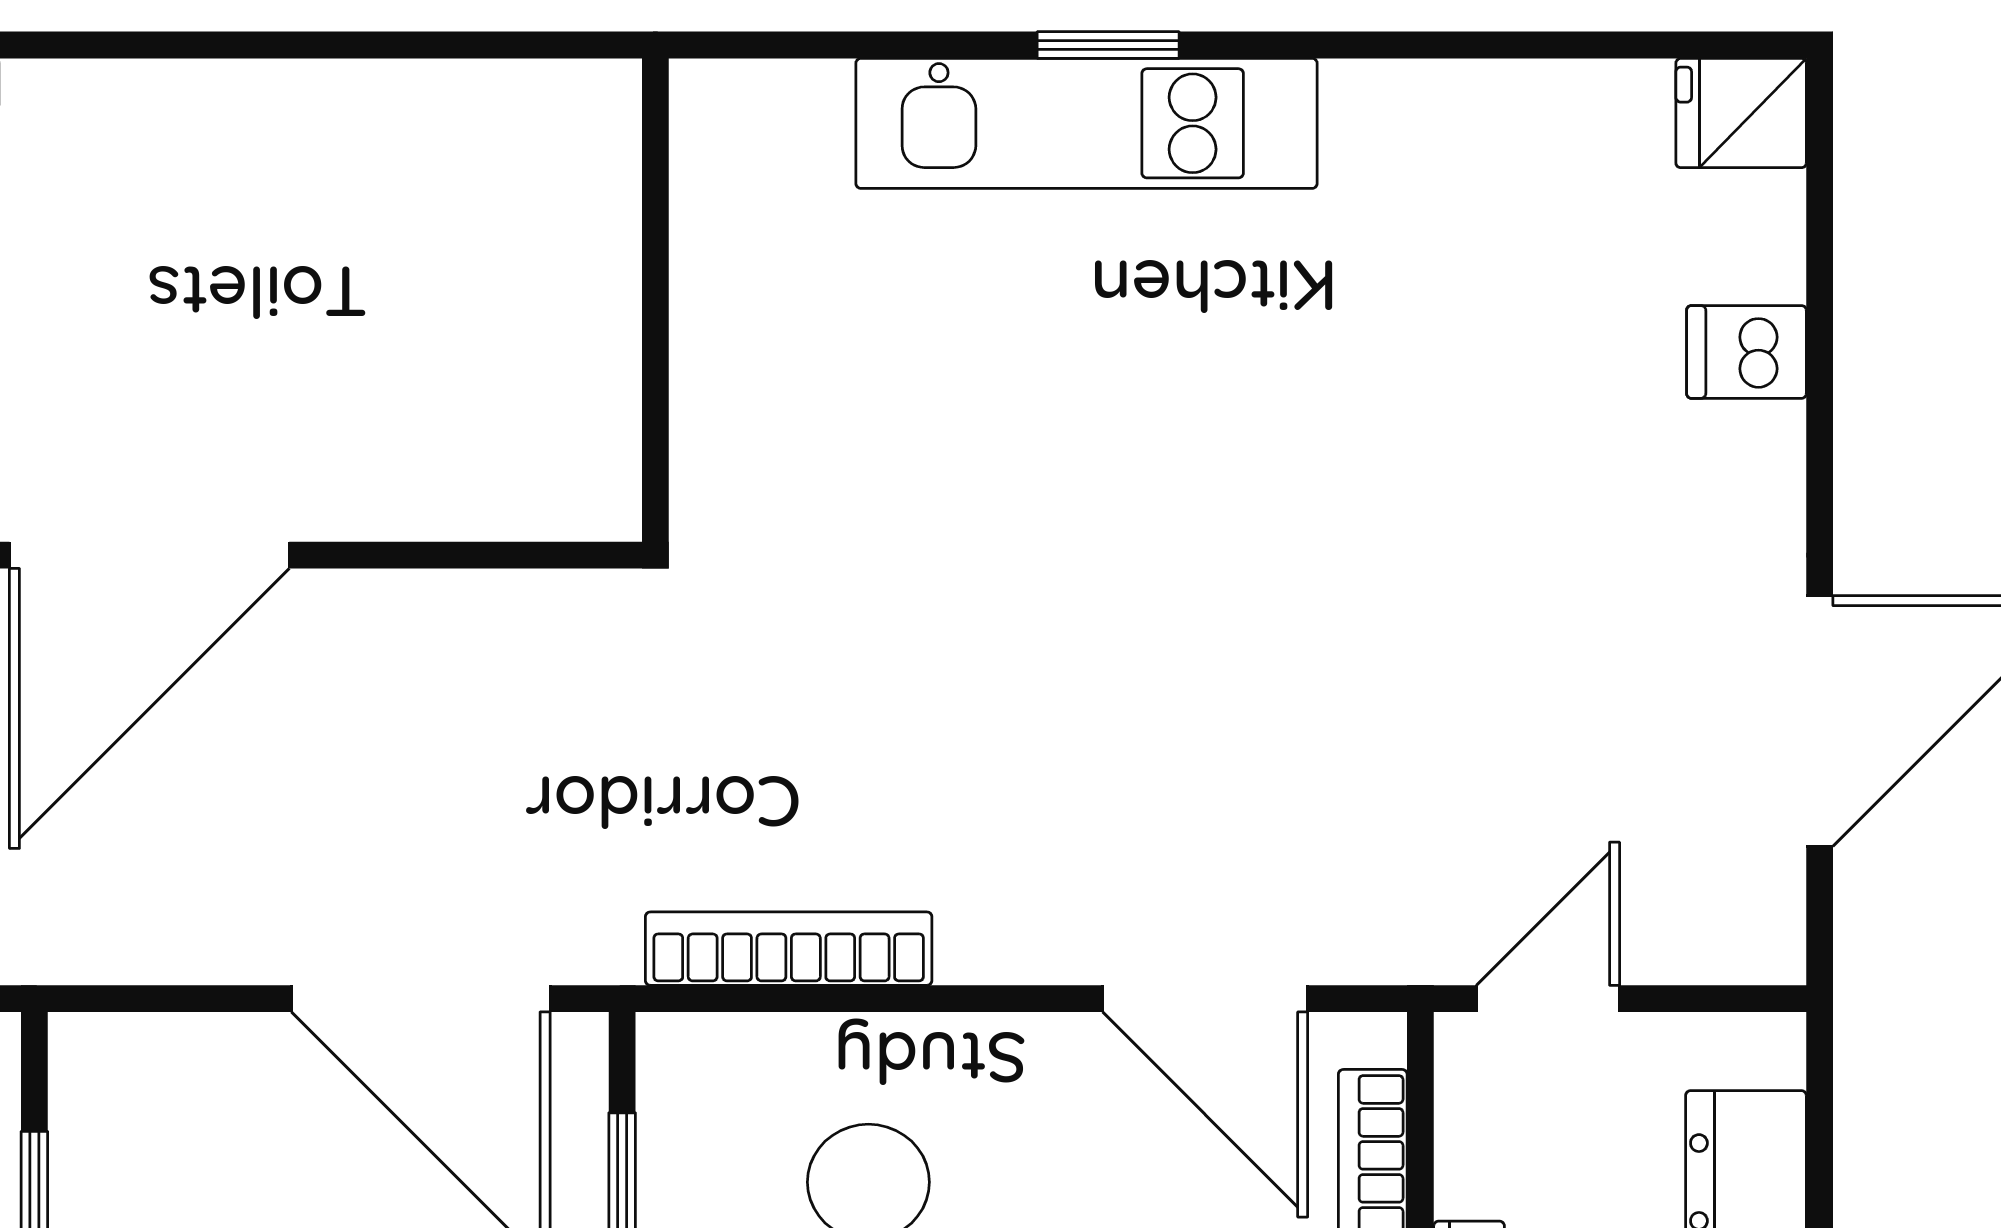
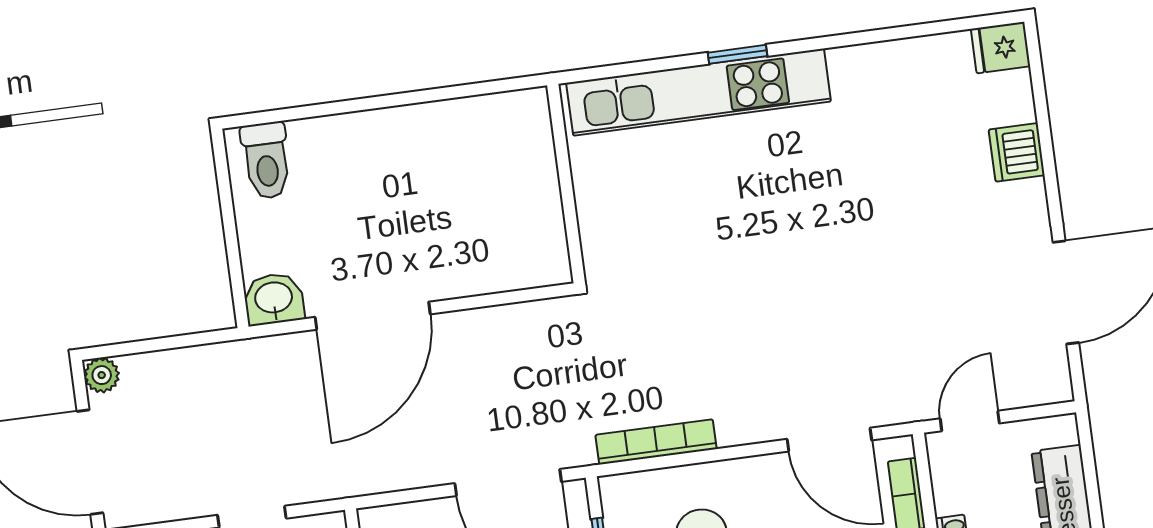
kitchen unit: (1087, 123) -> (699, 92), width x1.36
dishwasher: (1746, 352) -> (1017, 152), width x1.38

